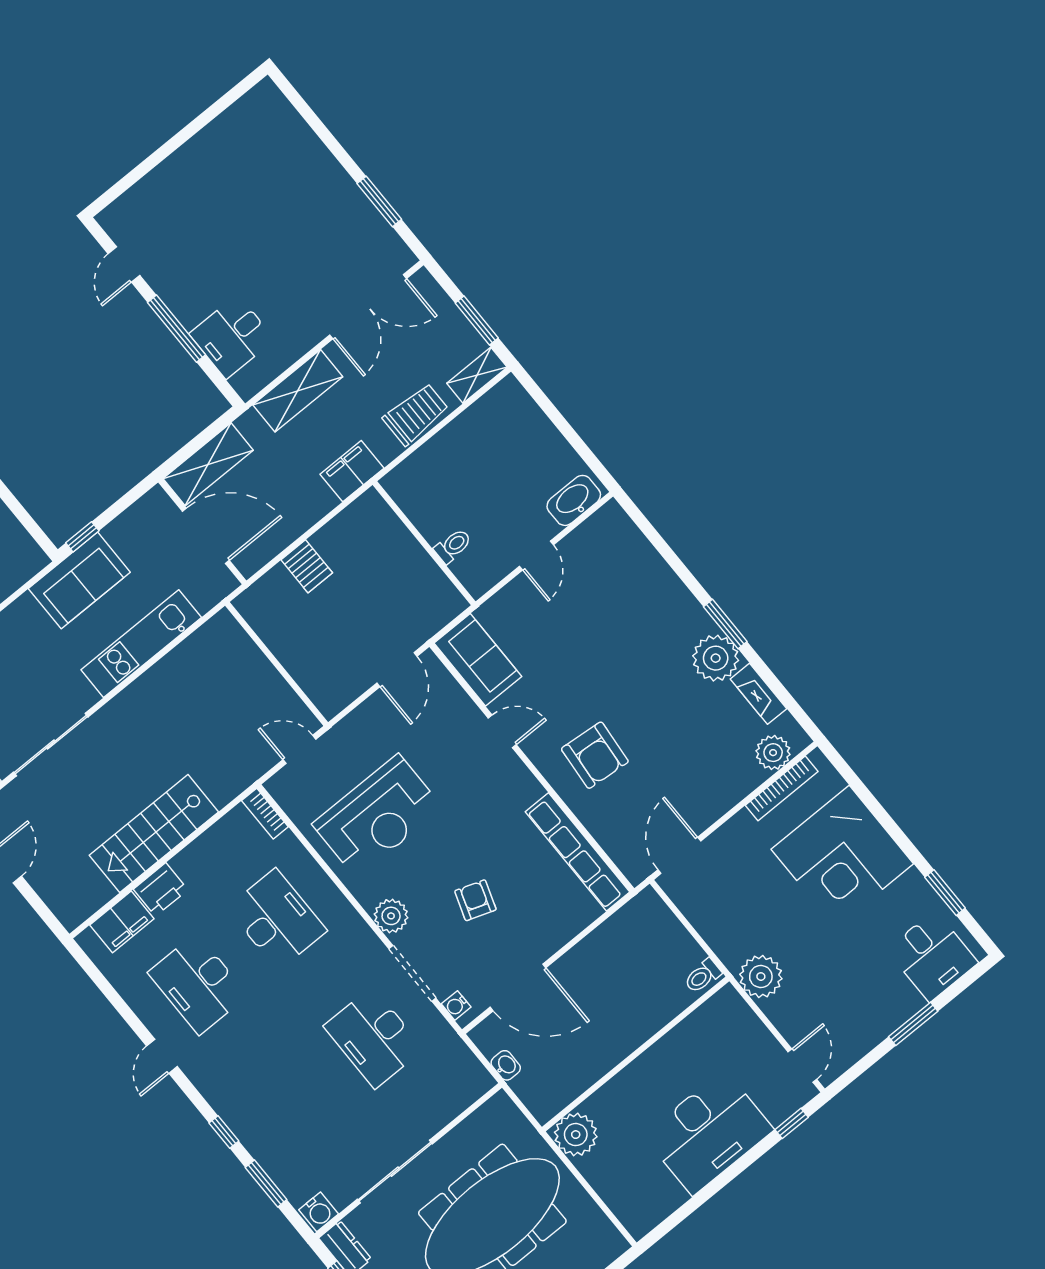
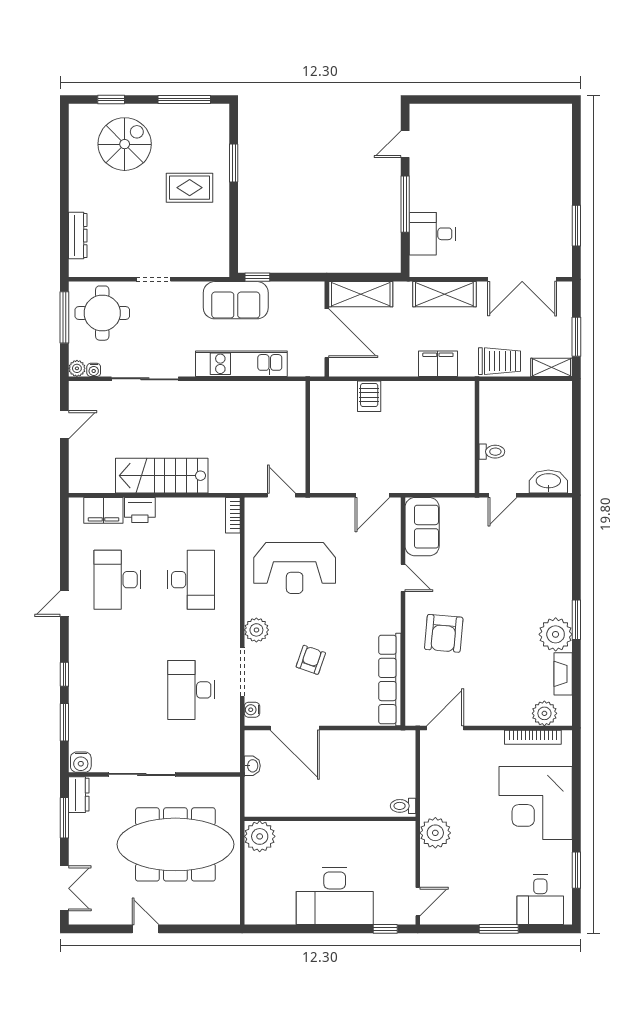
wall: (424, 543) -> (477, 437), moved
toilet: (453, 546) -> (492, 452), moved

